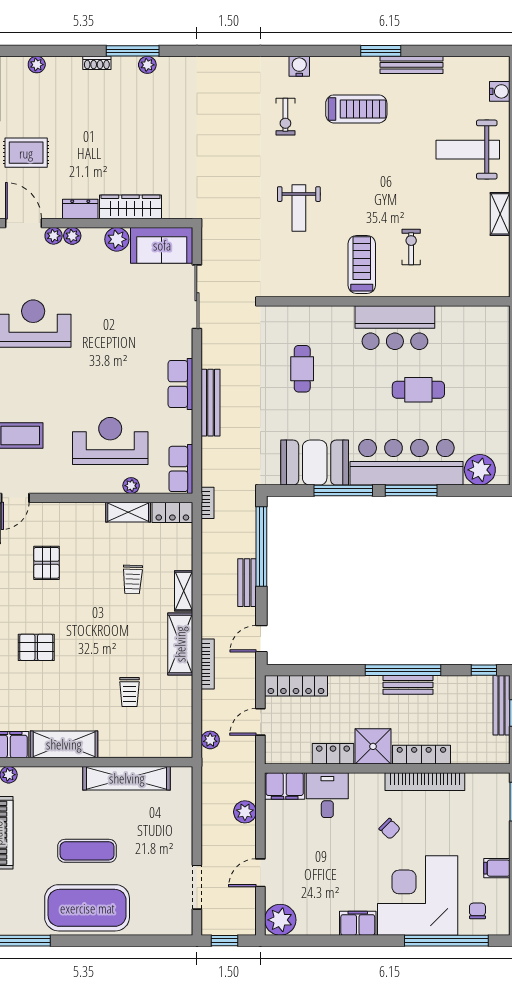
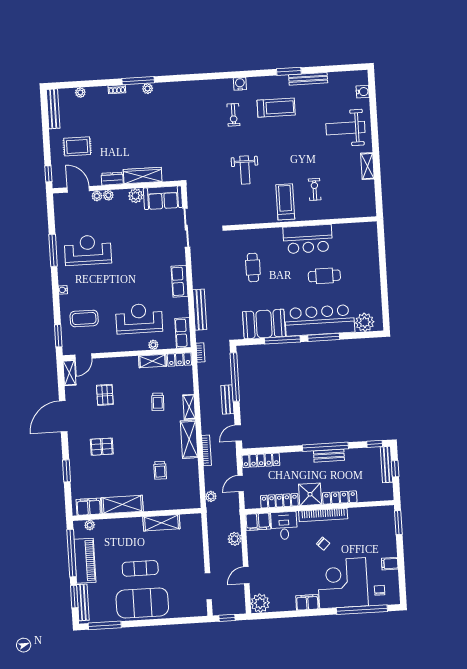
bench: (211, 403) -> (200, 310), moved
locker: (333, 754) -> (279, 501), width x1.53
shelving: (127, 778) -> (161, 523), width x0.68
bookcase: (425, 782) -> (323, 515), moved

